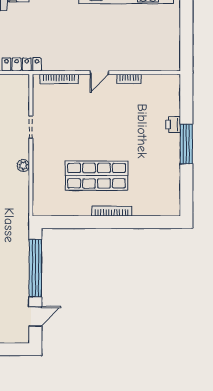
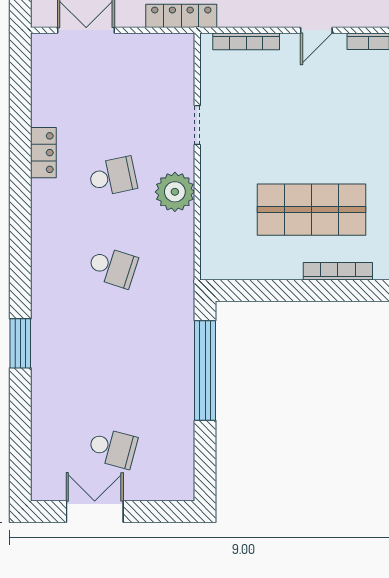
plant: (23, 165) -> (175, 192), width x1.87, depth x1.87
door: (35, 316) -> (205, 454), removed

